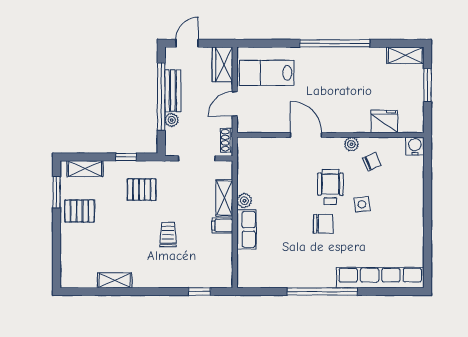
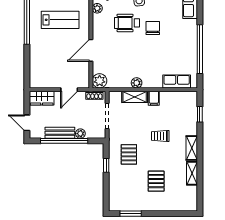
lab bench: (267, 73) -> (60, 20), moved, turned -90
door: (235, 104) -> (69, 90), hinge flipped
door: (306, 135) -> (91, 50), moved
plant: (247, 147) -> (100, 81), added
shelving: (85, 169) -> (192, 148), moved
pallet: (79, 211) -> (156, 181), moved
row of seats: (246, 229) -> (177, 81), moved
window: (322, 292) -> (200, 49), moved

